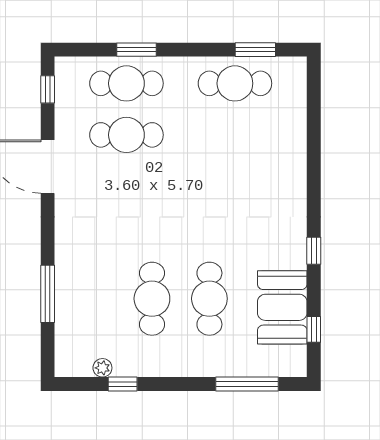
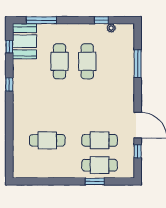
window: (255, 50) -> (37, 181), removed
cafe table: (235, 83) -> (47, 140), moved
window: (48, 89) -> (138, 151), moved
booth: (282, 307) -> (24, 41), moved

